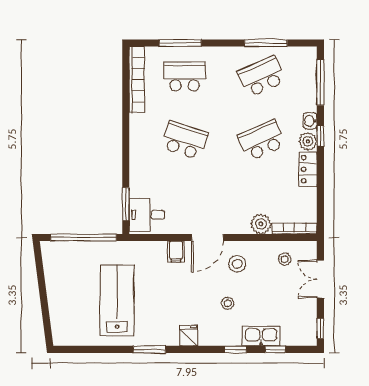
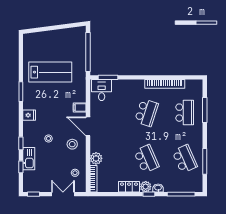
bookcase: (137, 80) -> (165, 84), moved

